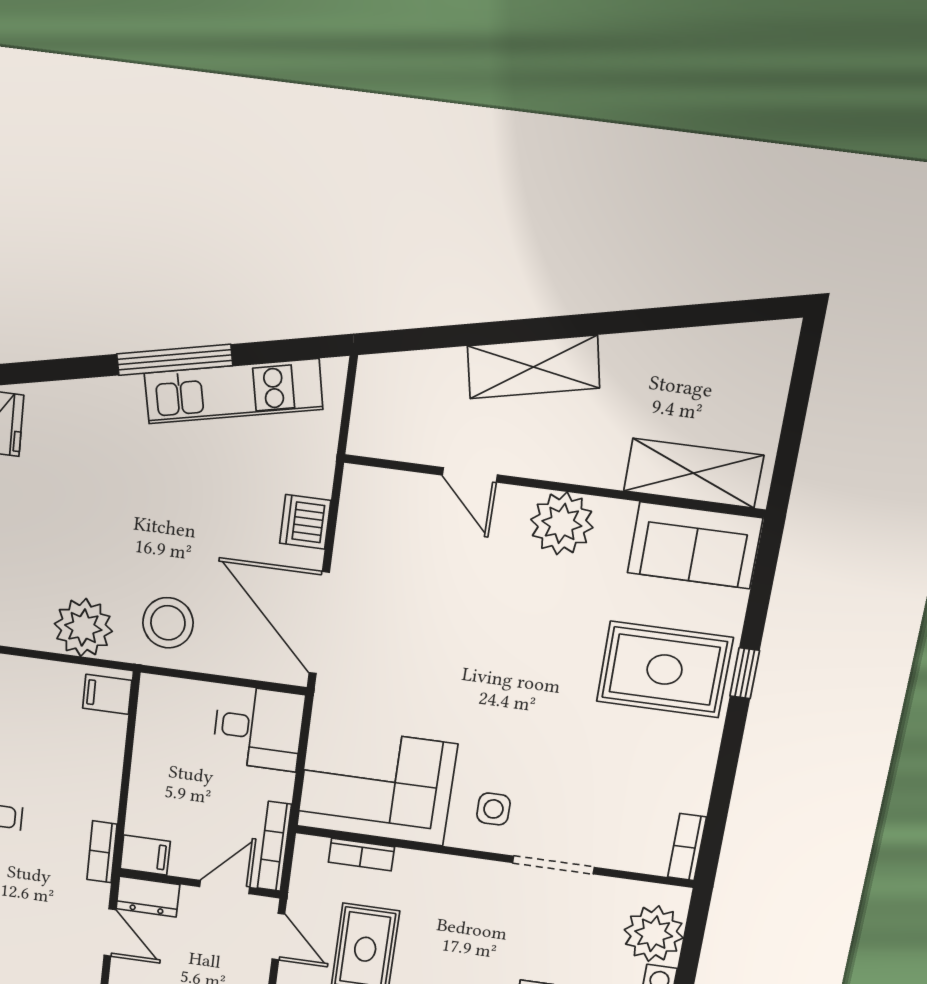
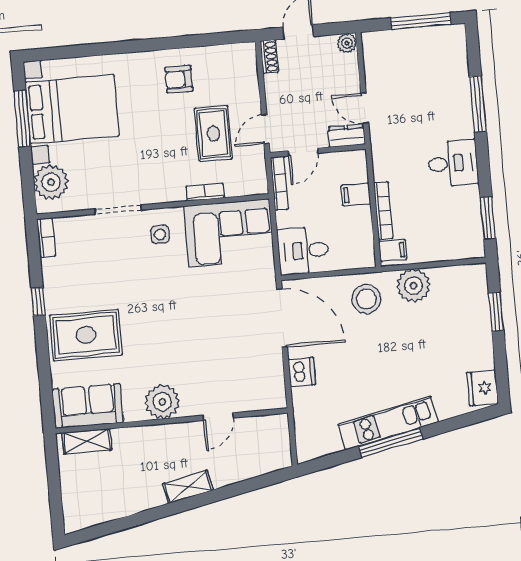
shelving: (533, 367) -> (188, 487), width x0.67, depth x0.75
kitchen unit: (233, 391) -> (388, 423), moved
shelving: (694, 473) -> (87, 441), width x0.67, depth x0.75
door: (470, 475) -> (218, 417), swing flipped
window: (745, 673) -> (38, 302), moved
bookcase: (102, 852) -> (383, 211), moved, width x1.56
filing cabinet: (145, 855) -> (356, 195), moved
bookcase: (361, 855) -> (205, 192), moved
door: (278, 937) -> (265, 129), hinge flipped

